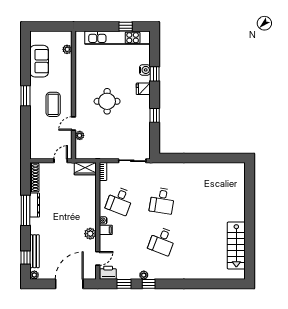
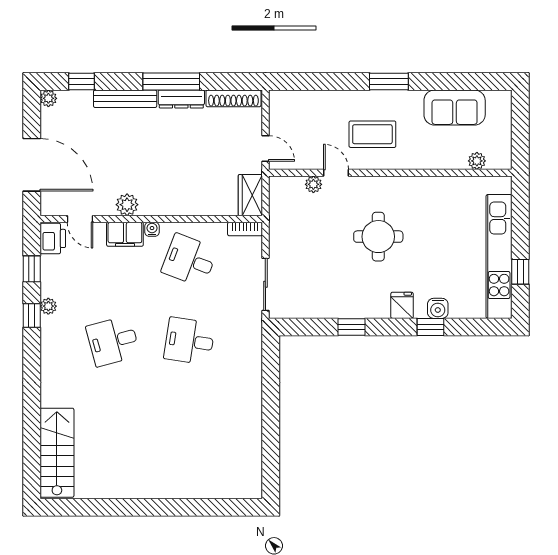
filing cabinet: (106, 230) -> (125, 234), width x2.00
desk: (162, 241) -> (113, 341), turned -36
stairs: (236, 246) -> (57, 453), moved, turned 90
bench: (34, 251) -> (125, 99), moved

